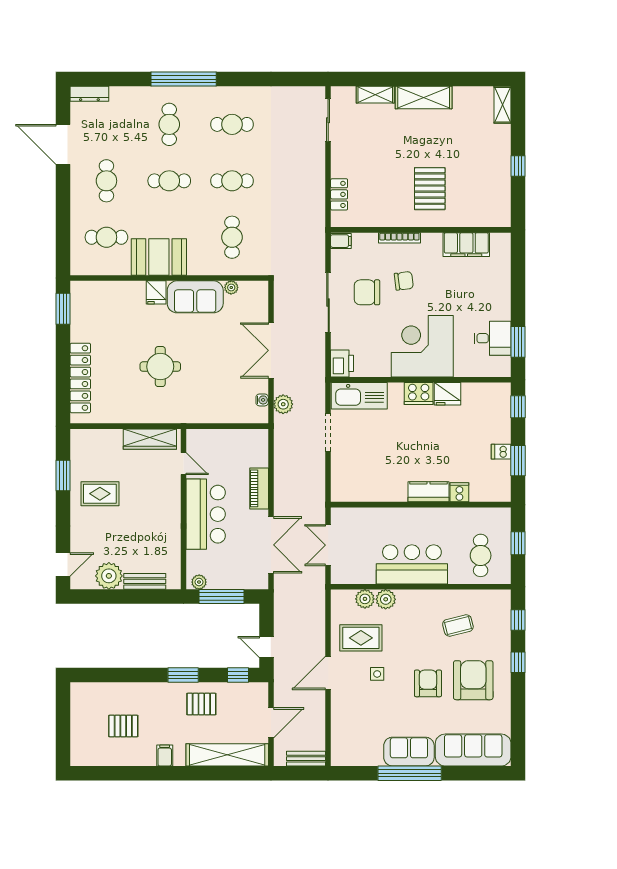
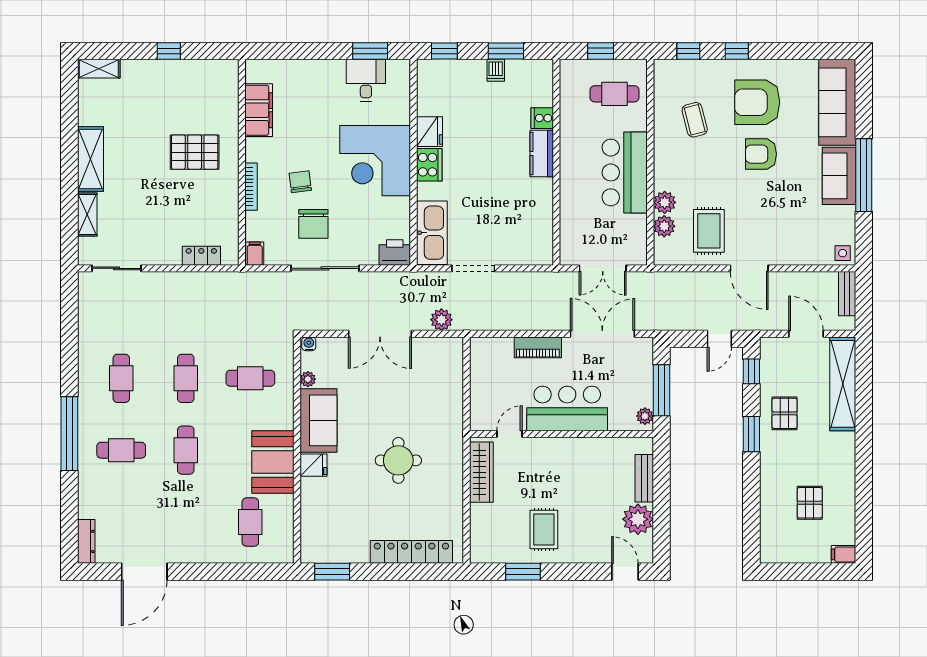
cafe table: (106, 181) -> (186, 522), removed
water cooler: (262, 400) -> (309, 344), moved
side table: (377, 674) -> (843, 253), moved
filing cabinet: (165, 756) -> (843, 554), moved

